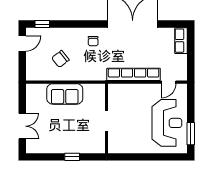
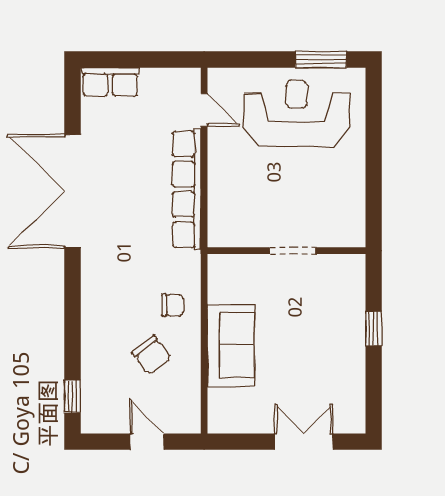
chair: (93, 41) -> (173, 305), moved
door: (22, 44) -> (147, 442), moved

